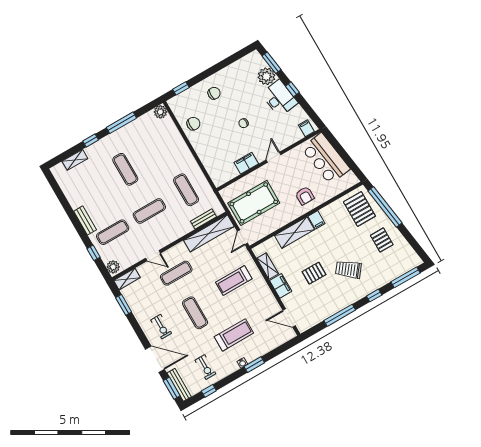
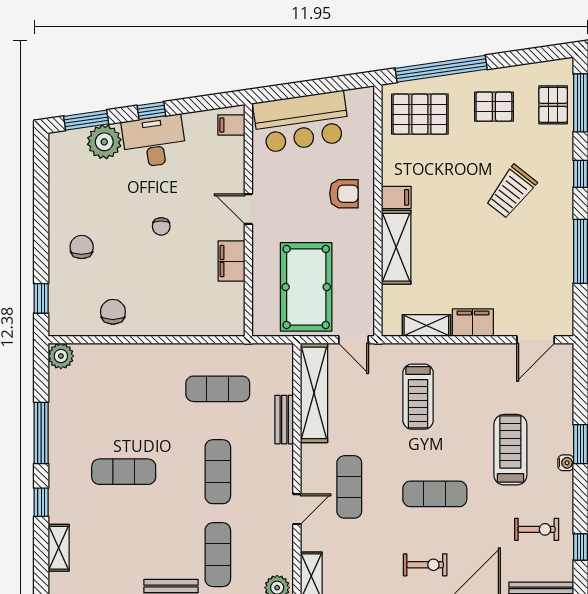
bench: (203, 219) -> (284, 420), moved
pallet: (314, 273) -> (553, 105), moved

